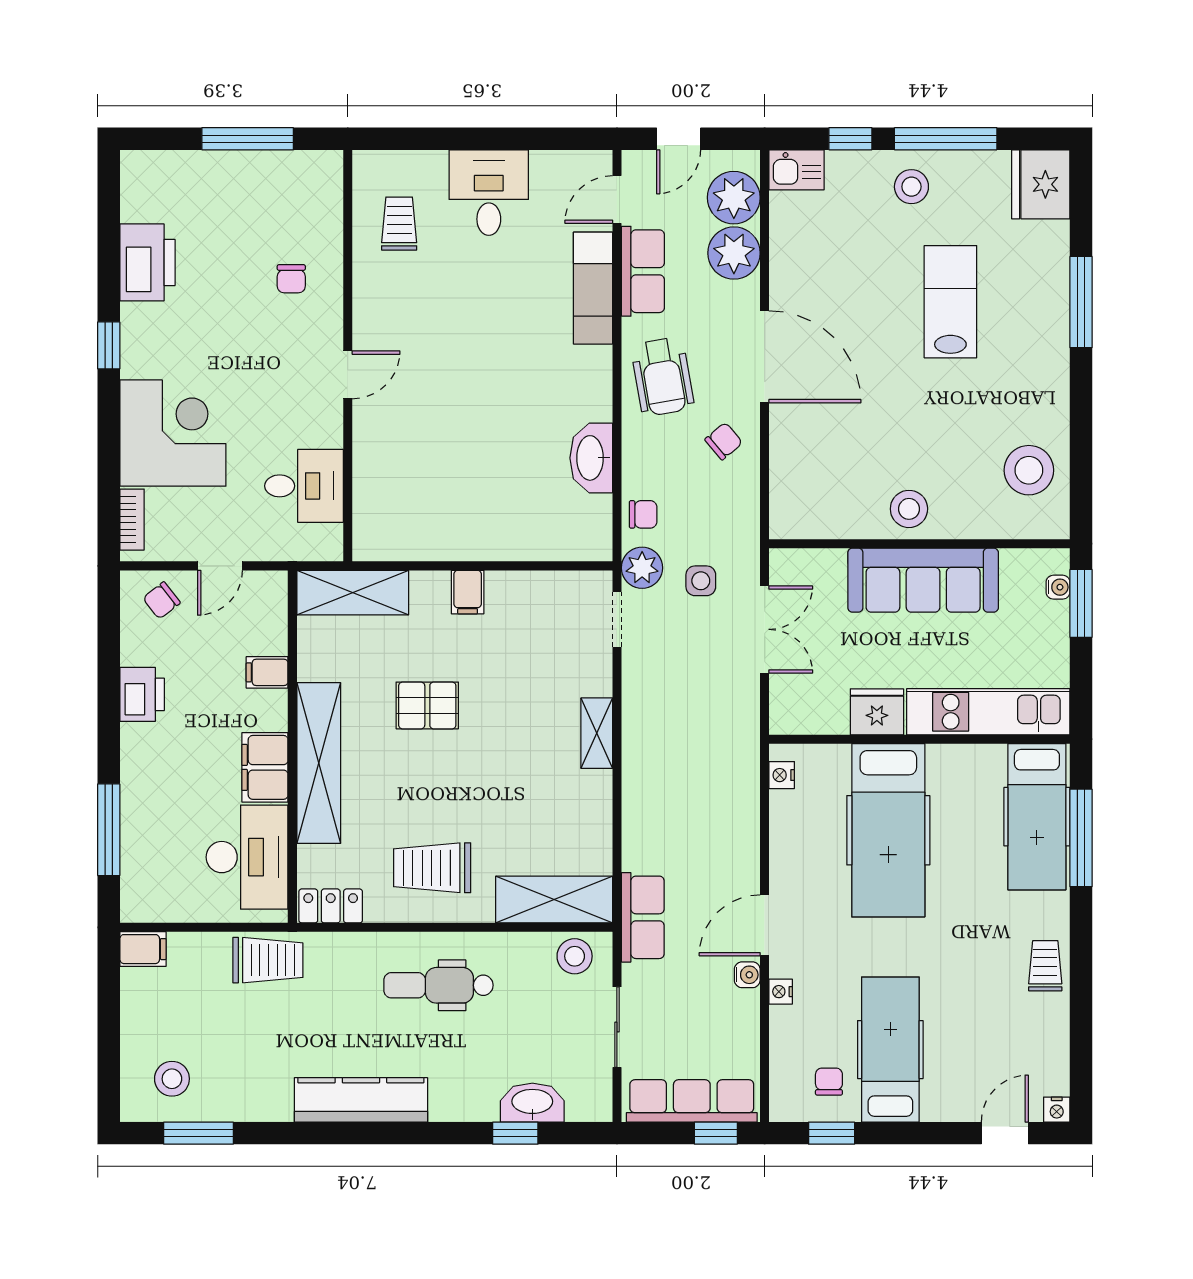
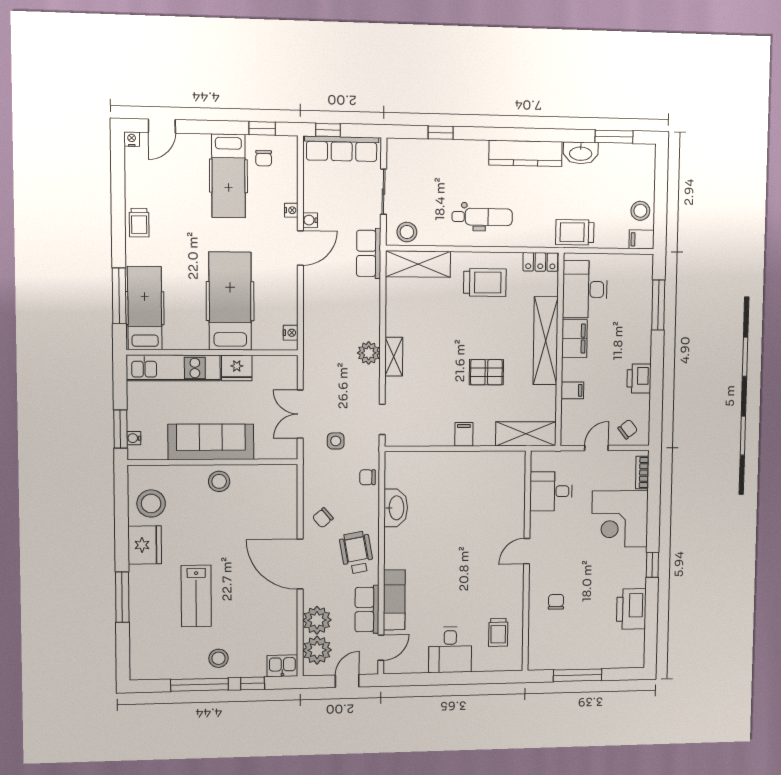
fridge: (1041, 184) -> (145, 545), moved
plant: (642, 568) -> (369, 353), moved
stool: (172, 1079) -> (640, 211), moved
washbasin: (532, 1103) -> (581, 153), moved

